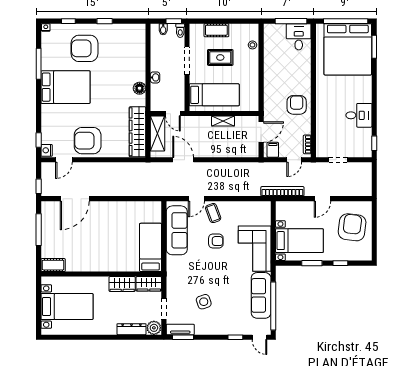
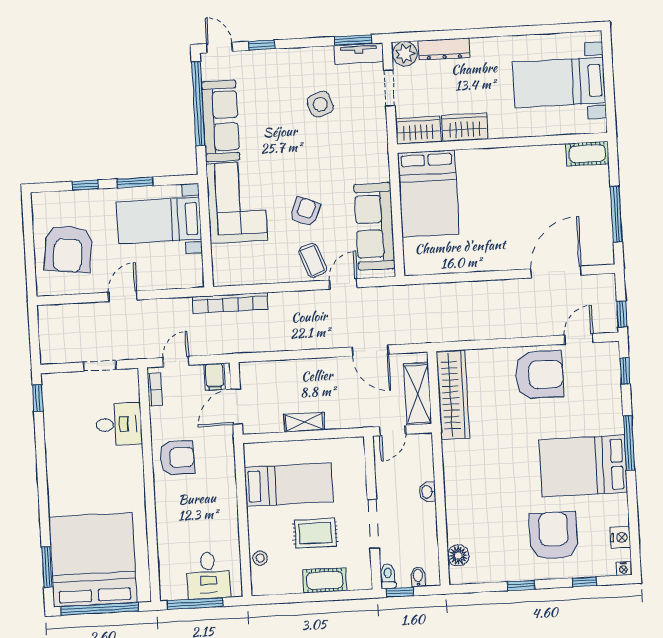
desk: (299, 37) -> (208, 575), moved
armchair: (85, 48) -> (554, 536), turned -90
window: (39, 64) -> (629, 443), moved
floor lamp: (140, 88) -> (458, 555), moved
bed: (214, 95) -> (289, 485), moved, turned 180
armchair: (297, 105) -> (177, 458), turned -90
door: (173, 114) -> (393, 430), swing flipped
desk: (359, 115) -> (119, 424), moved, turned 180
nightstand: (47, 150) -> (620, 537), moved
window: (39, 186) -> (622, 314), moved
bookcase: (282, 191) -> (230, 303), moved
armchair: (216, 241) -> (305, 212), turned 113
bed: (151, 247) -> (428, 193), width x1.50

